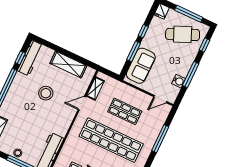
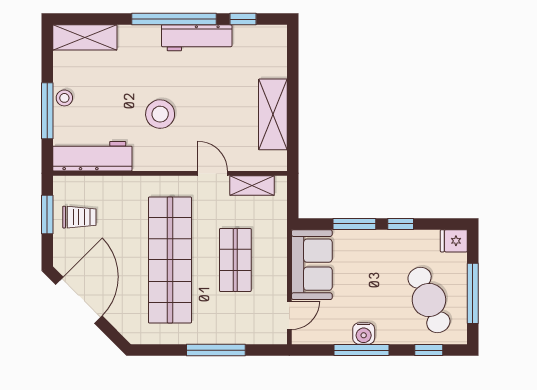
workbench: (30, 58) -> (197, 38), moved
sofa: (141, 66) -> (312, 265), moved, turned -90
water cooler: (179, 81) -> (364, 334), moved
stool: (46, 93) -> (160, 114), moved
door: (160, 99) -> (289, 315), swing flipped

